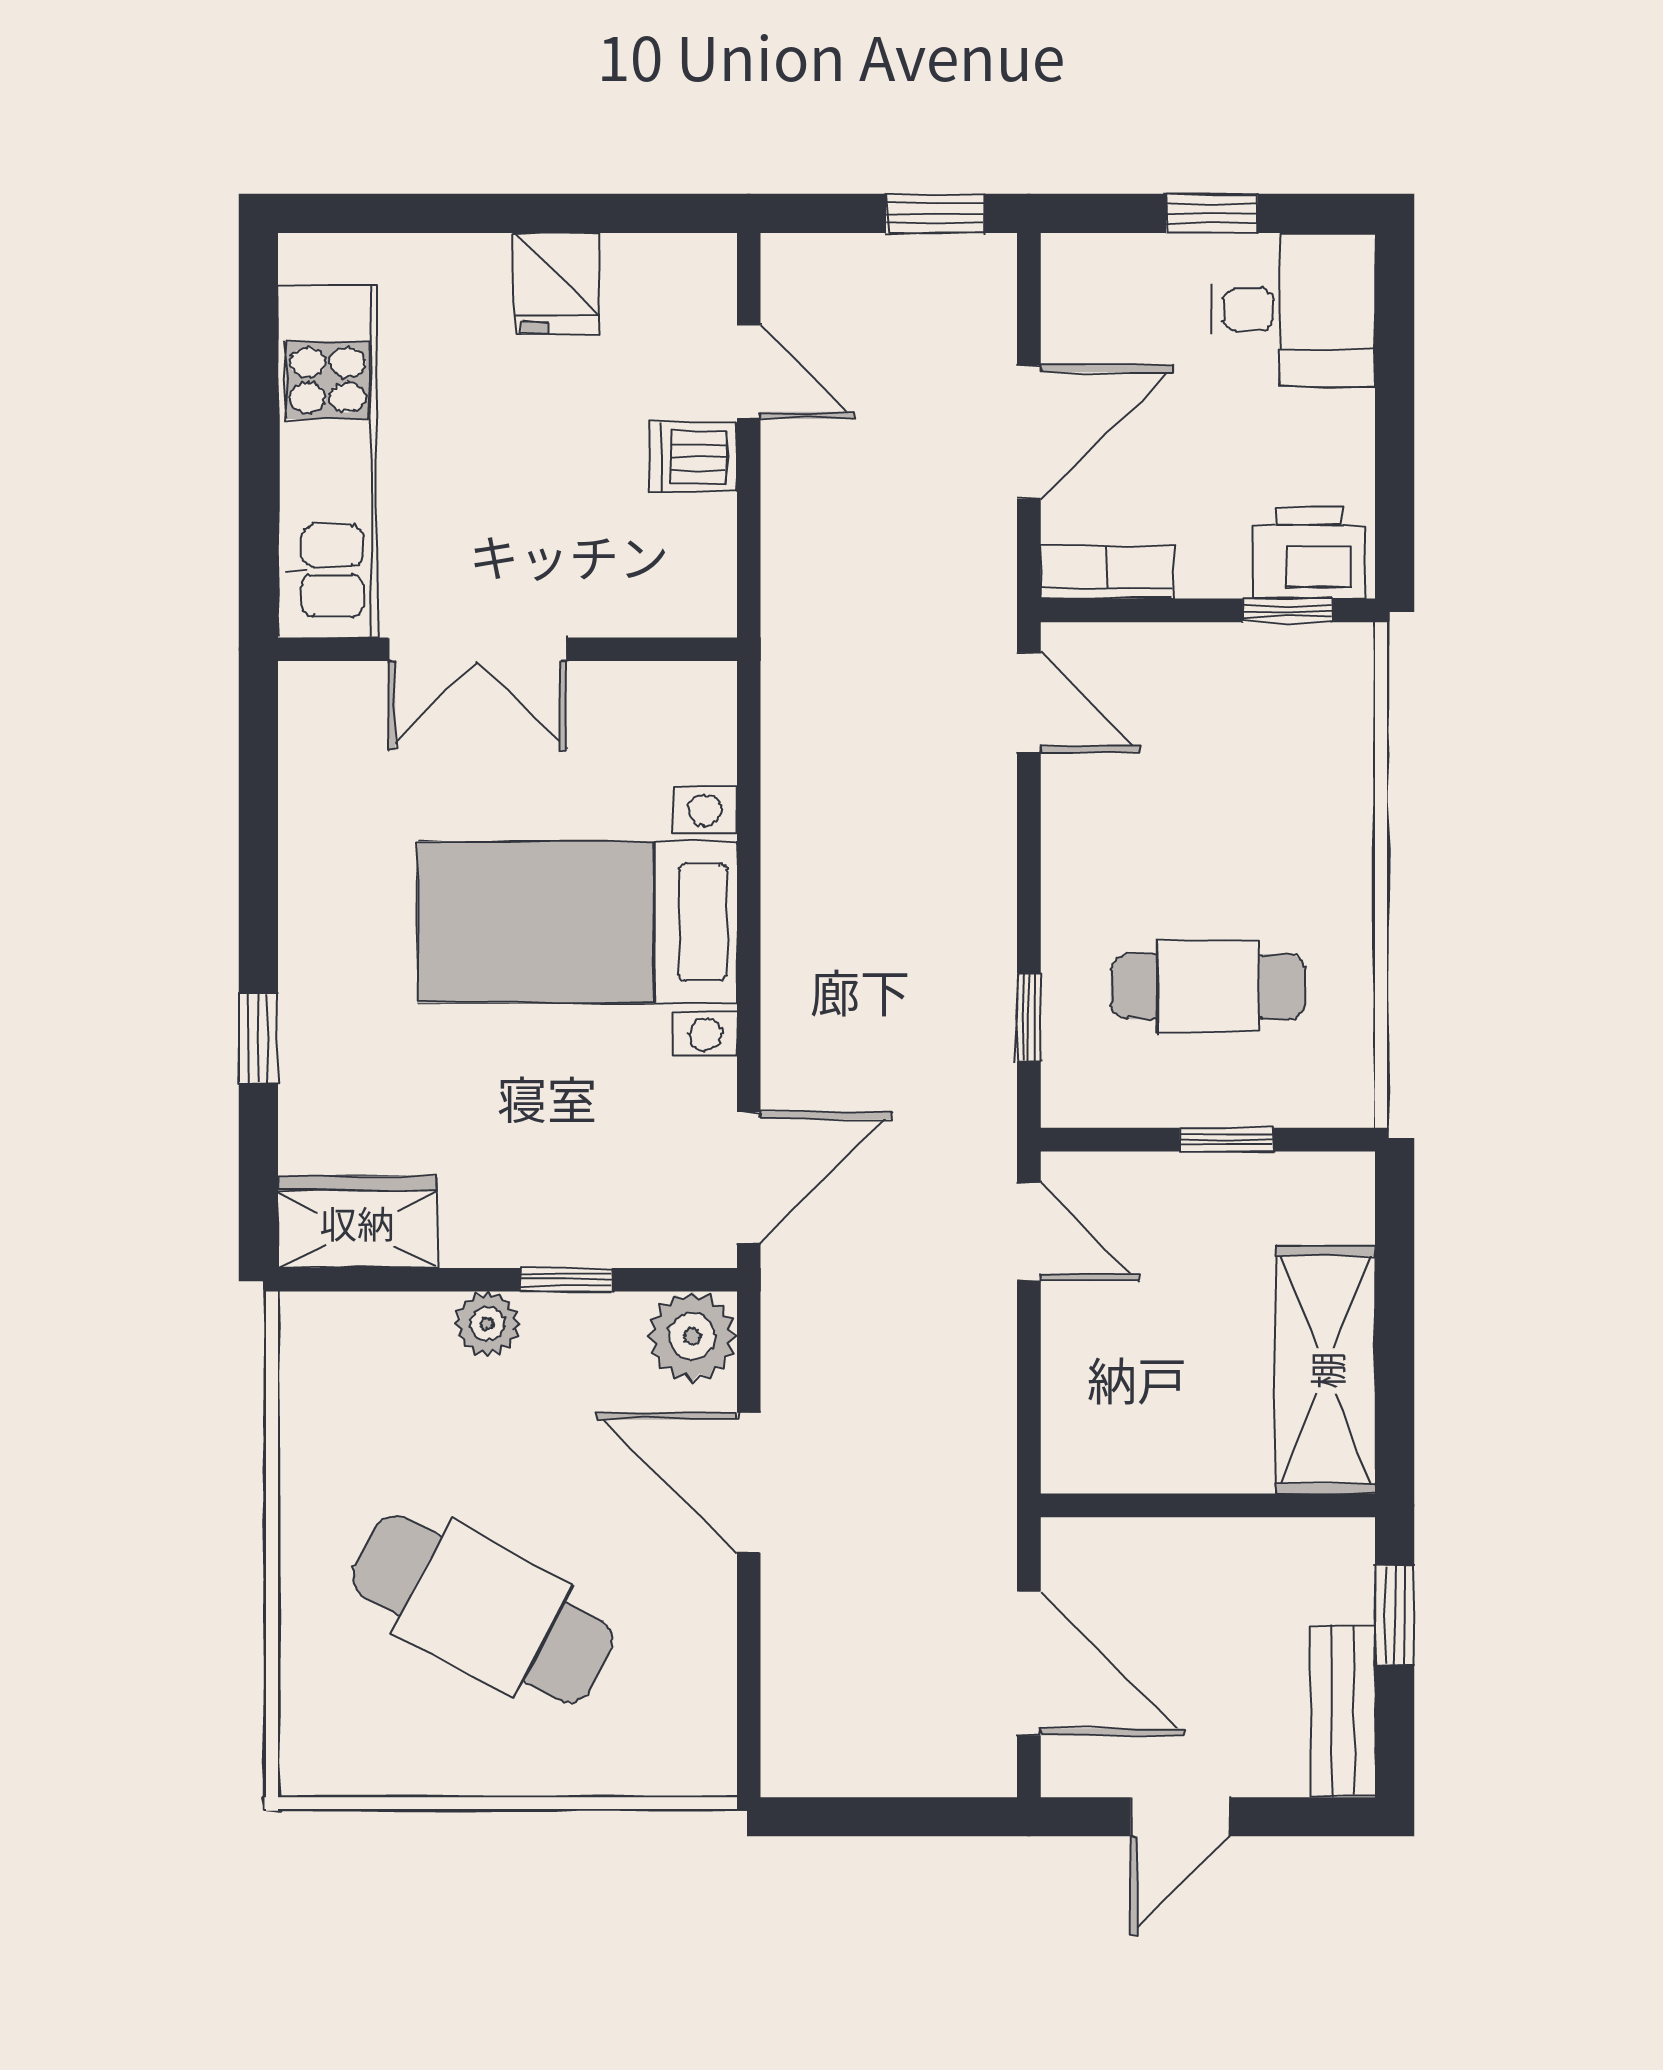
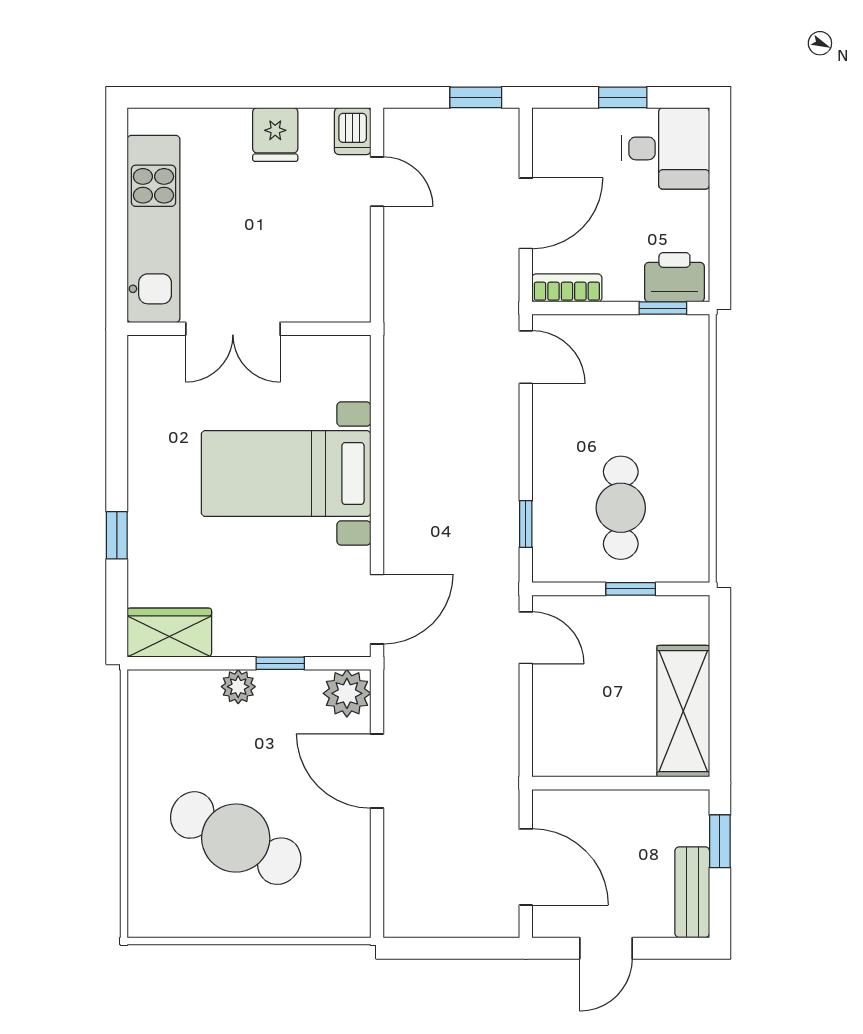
dishwasher: (693, 457) -> (353, 131), moved, turned -90
cafe table: (1208, 987) -> (621, 508), turned 90

